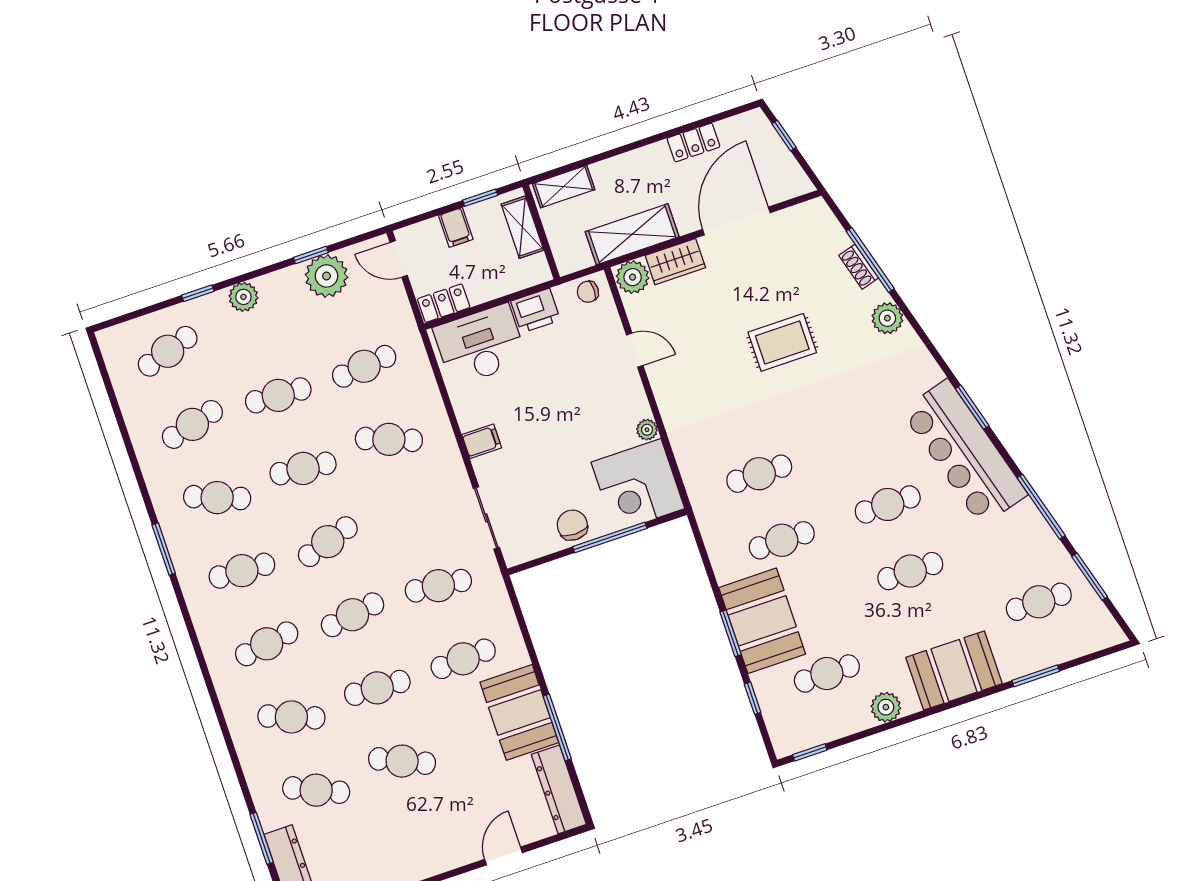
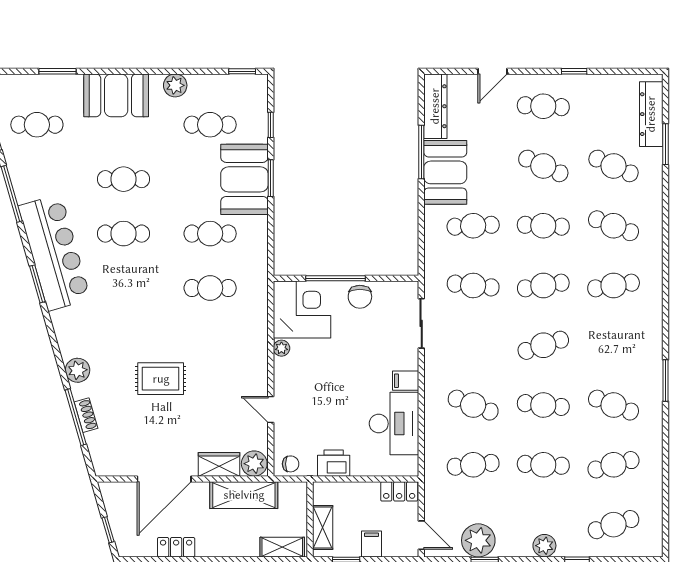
desk: (480, 345) -> (394, 424), moved, turned -90
cafe table: (242, 571) -> (543, 106), moved

